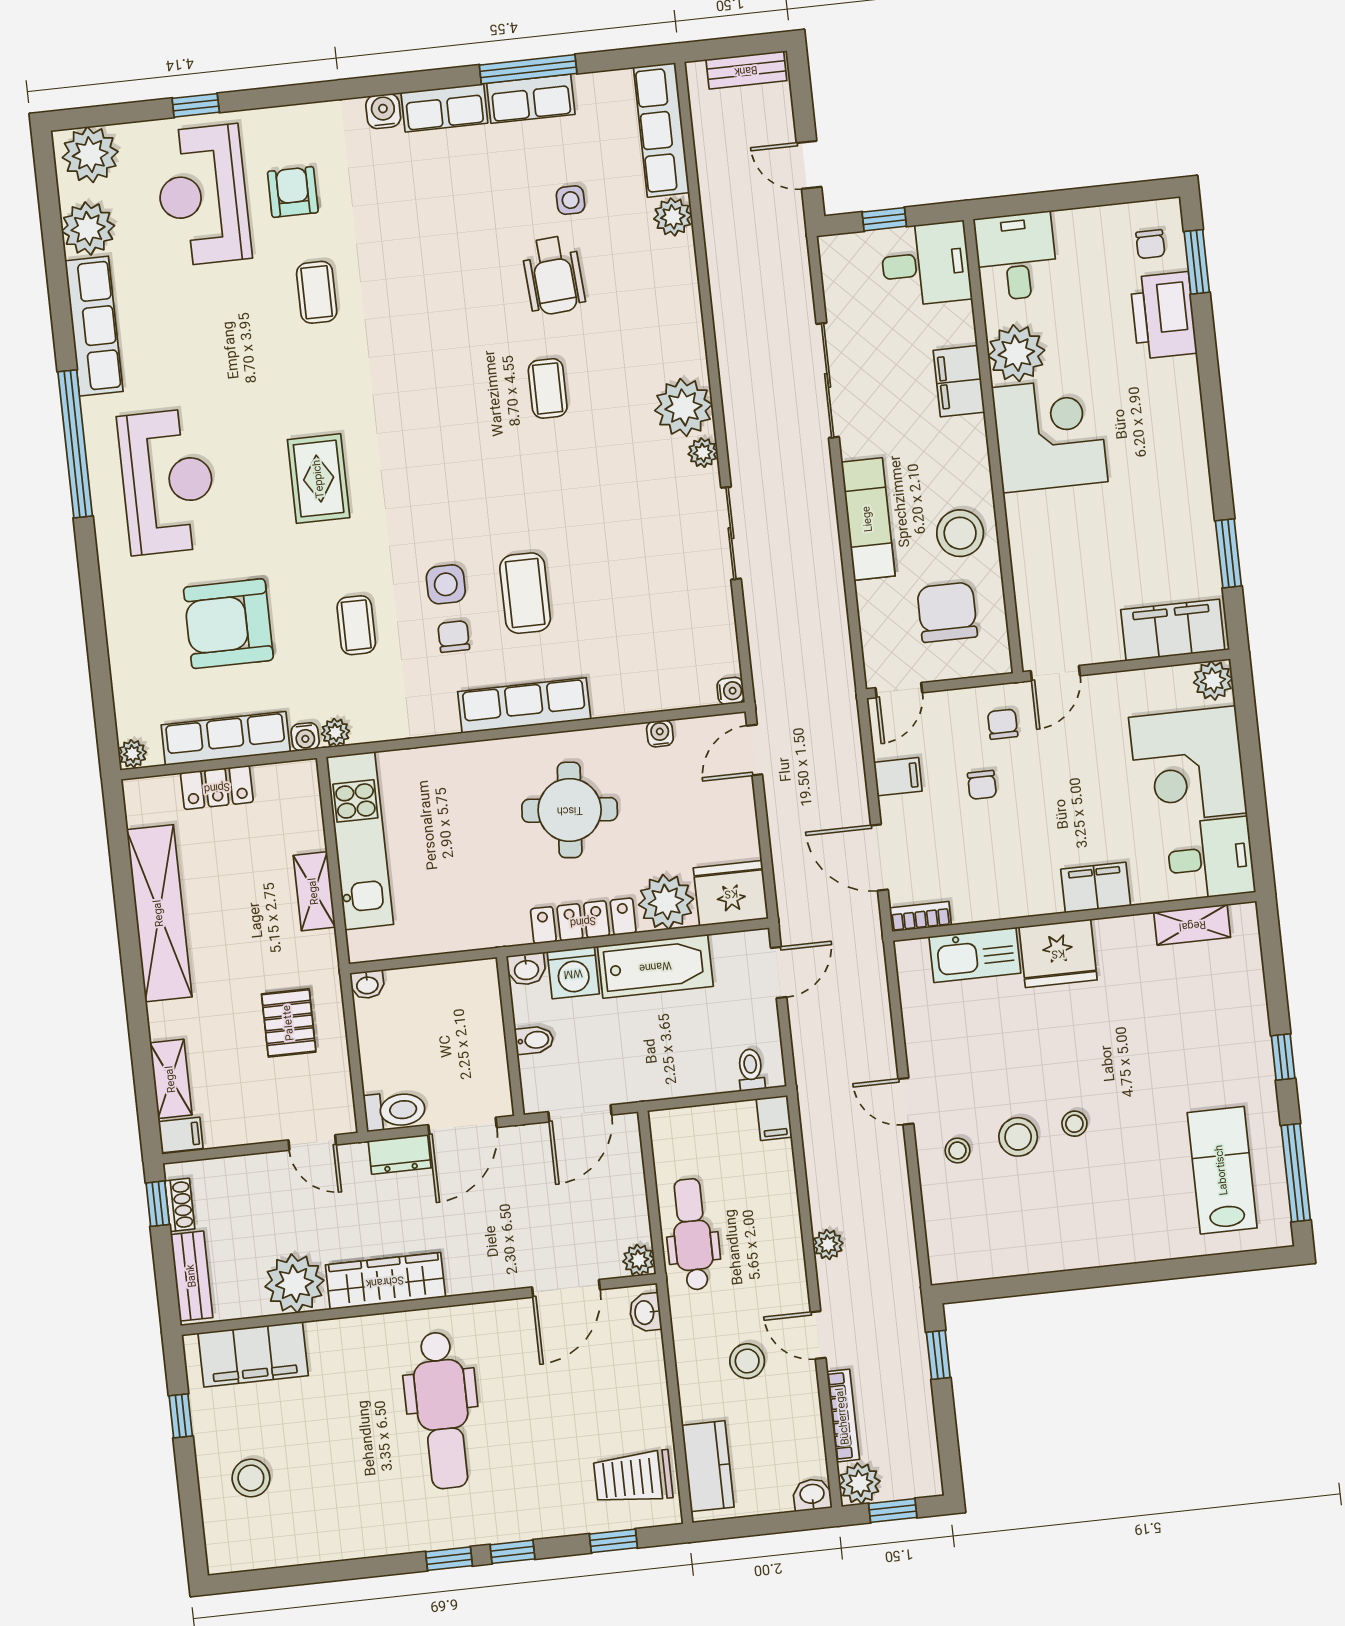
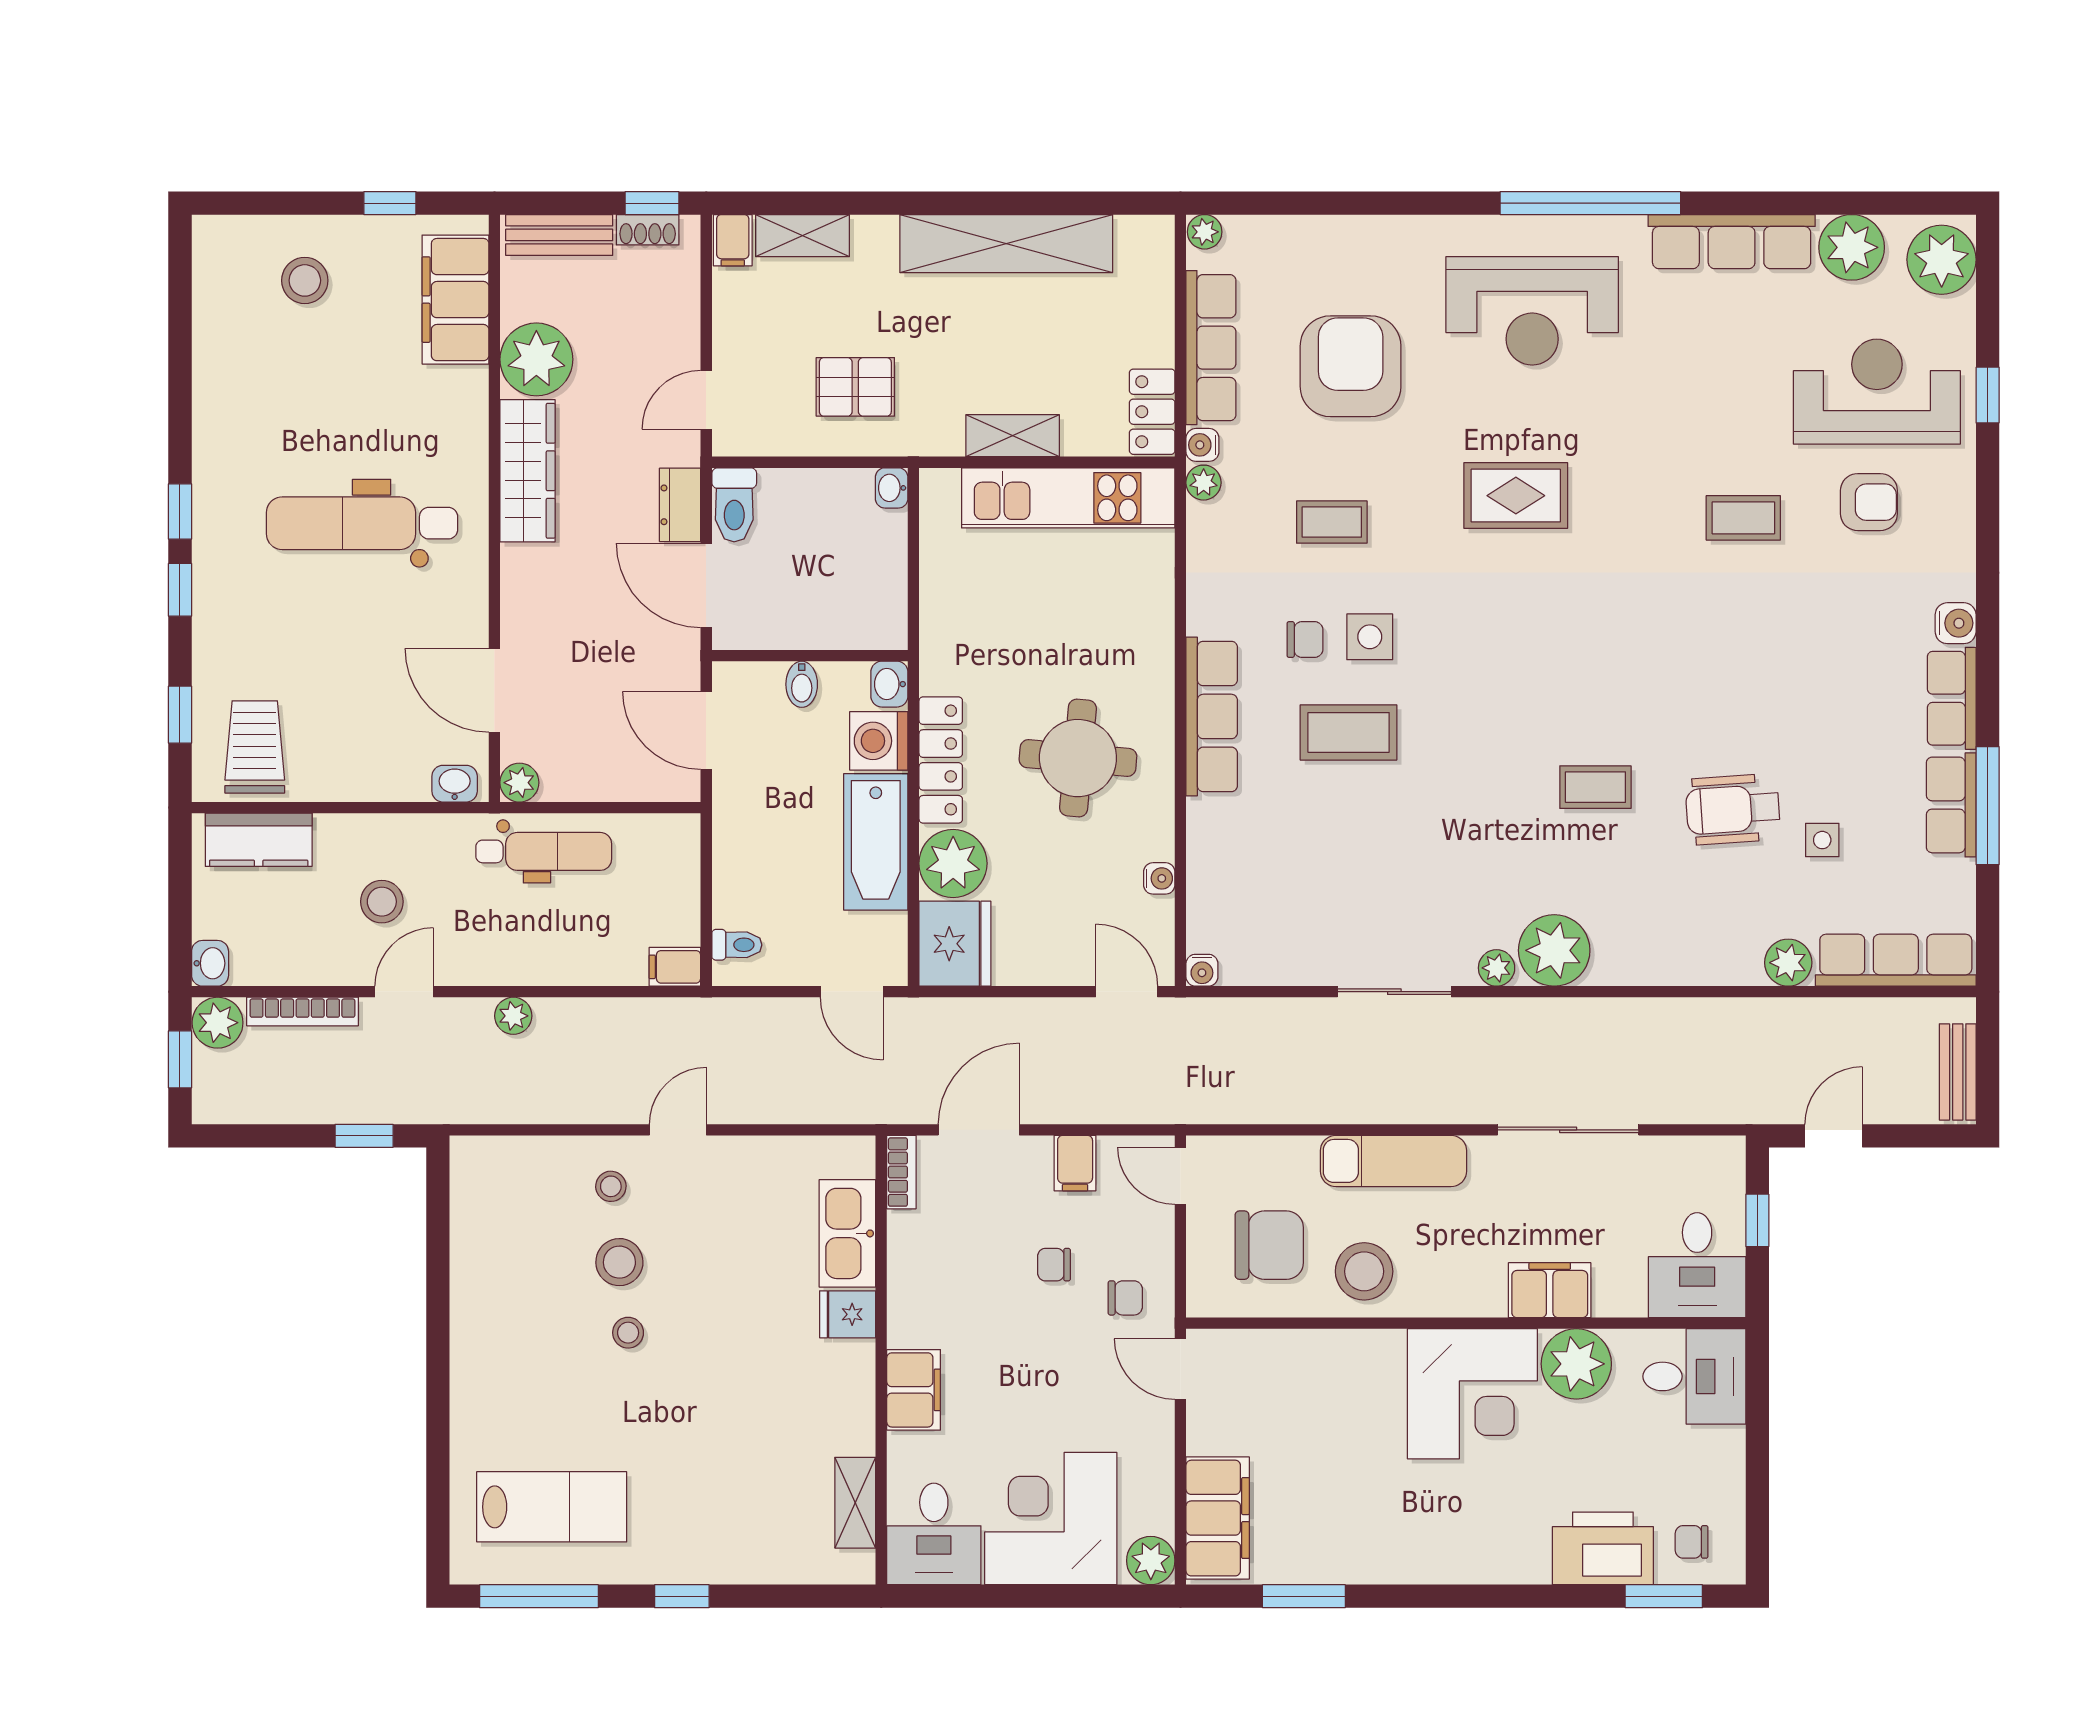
locker: (217, 787) -> (1152, 412), moved
fridge: (1058, 953) -> (848, 1314), width x0.53, depth x0.75

